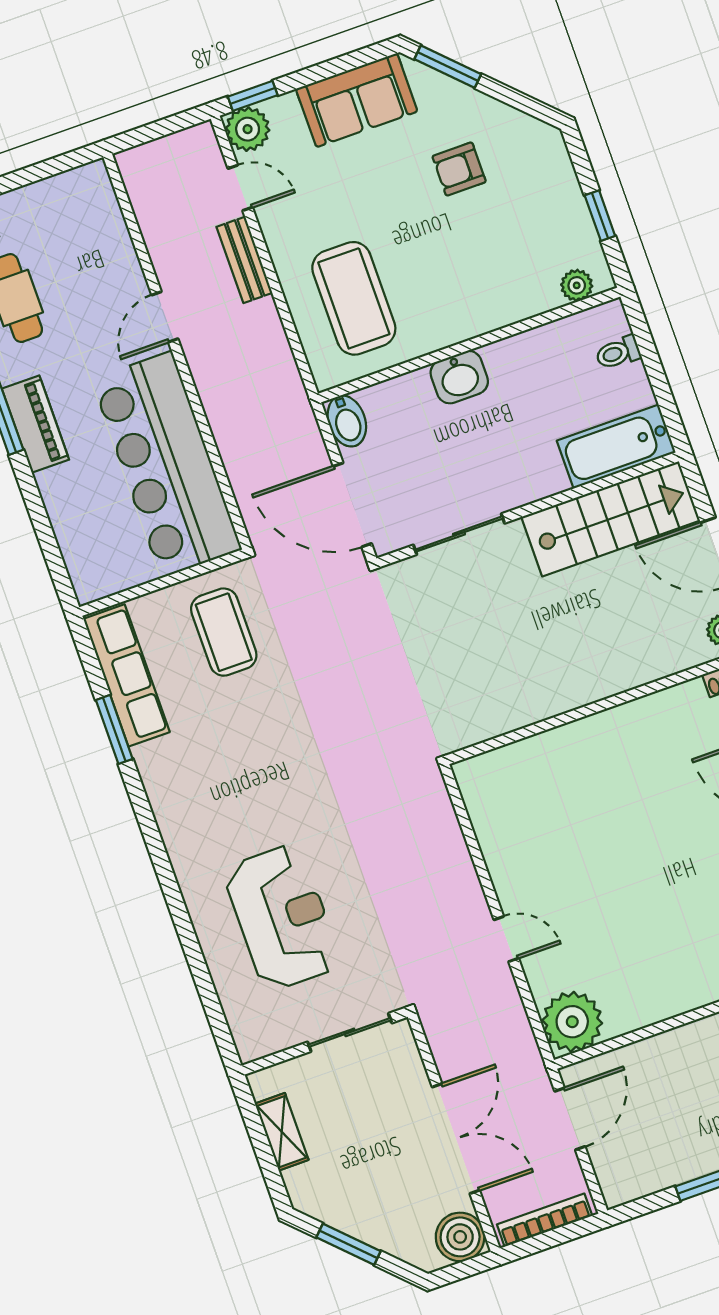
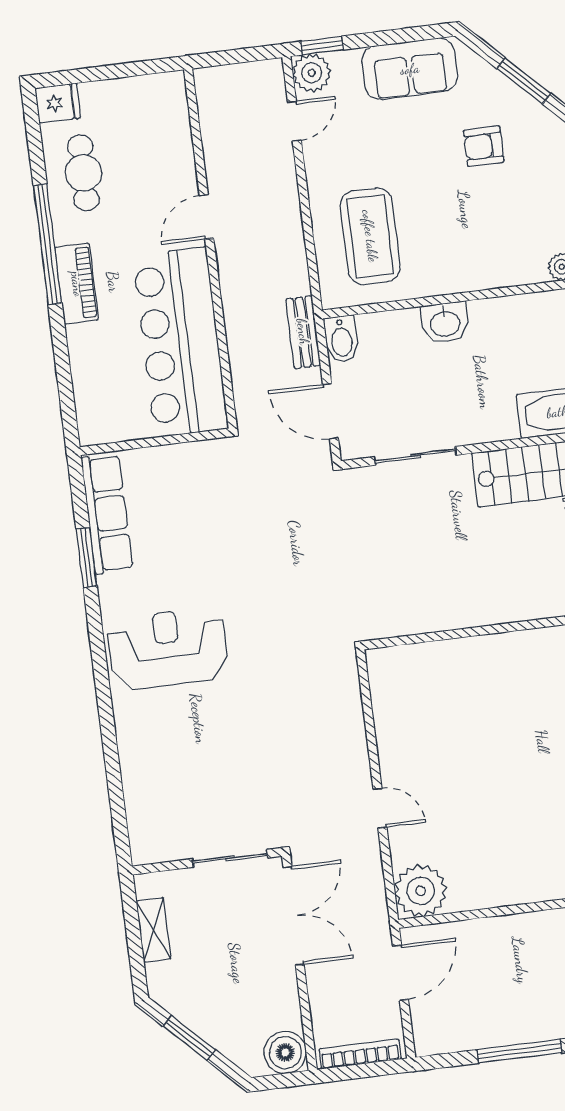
window: (448, 67) -> (524, 81), moved
door: (240, 188) -> (294, 121), hinge flipped
bench: (244, 260) -> (303, 332), moved
door: (352, 505) -> (331, 411), width x0.73
coffee table: (224, 632) -> (198, 495), removed
reception desk: (282, 917) -> (168, 649), moved, turned -90
double door: (456, 1139) -> (294, 916), moved

